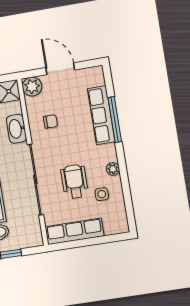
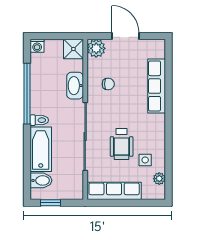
window: (115, 120) -> (169, 92), removed
plant: (113, 169) -> (159, 179), moved
wheelchair: (74, 181) -> (122, 144), turned 180

